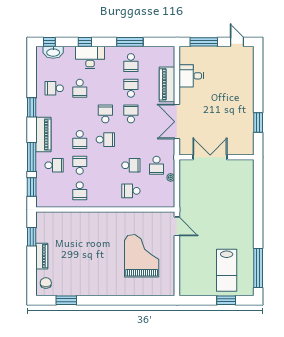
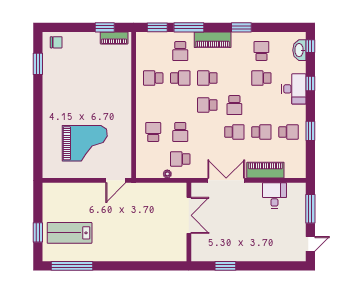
window: (130, 42) -> (310, 131), width x0.69
school desk: (131, 63) -> (288, 132), turned 180
school desk: (105, 114) -> (234, 105), turned 90
school desk: (105, 140) -> (207, 105), turned 90
piano: (42, 256) -> (114, 38), moved

